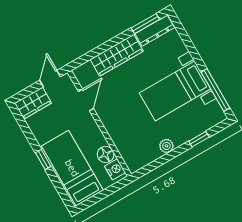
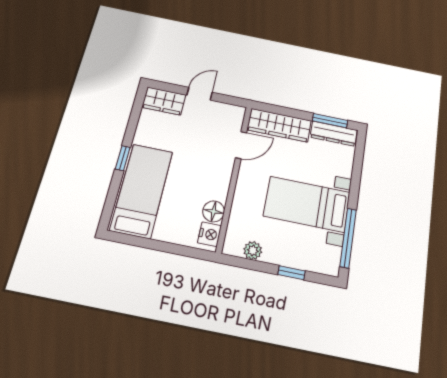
door: (86, 100) -> (241, 145), moved
wall: (99, 123) -> (234, 177), moved
floor lamp: (106, 154) -> (214, 211), moved
nightstand: (115, 169) -> (210, 234), moved

